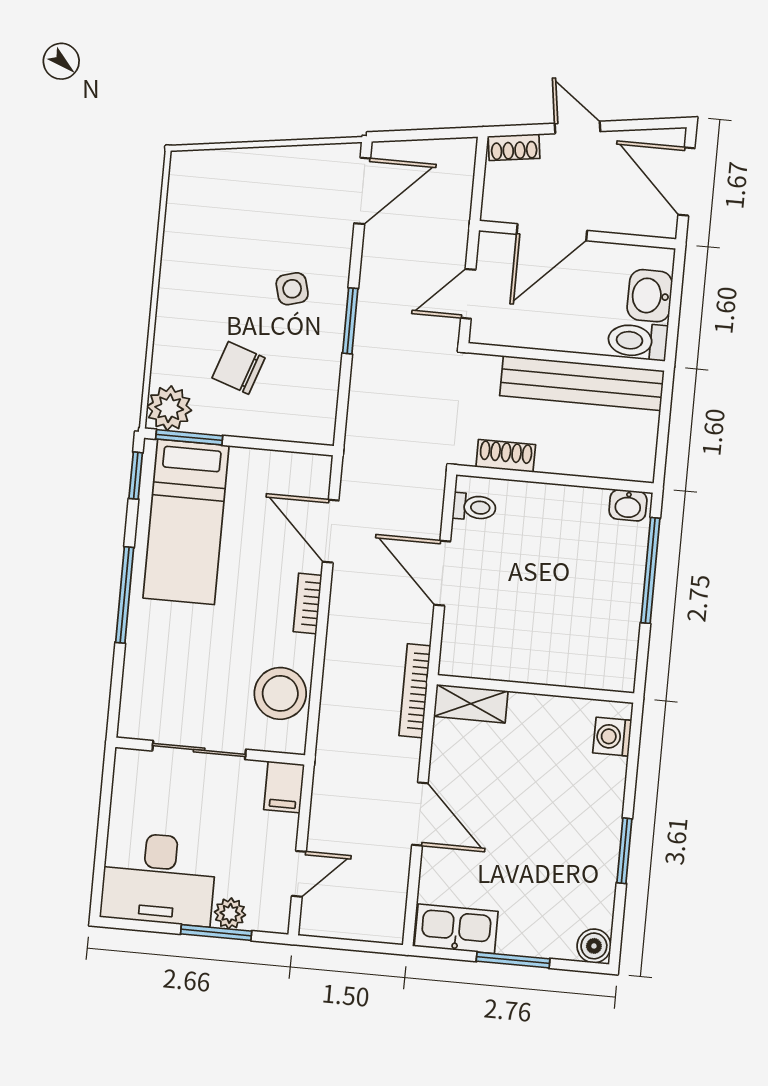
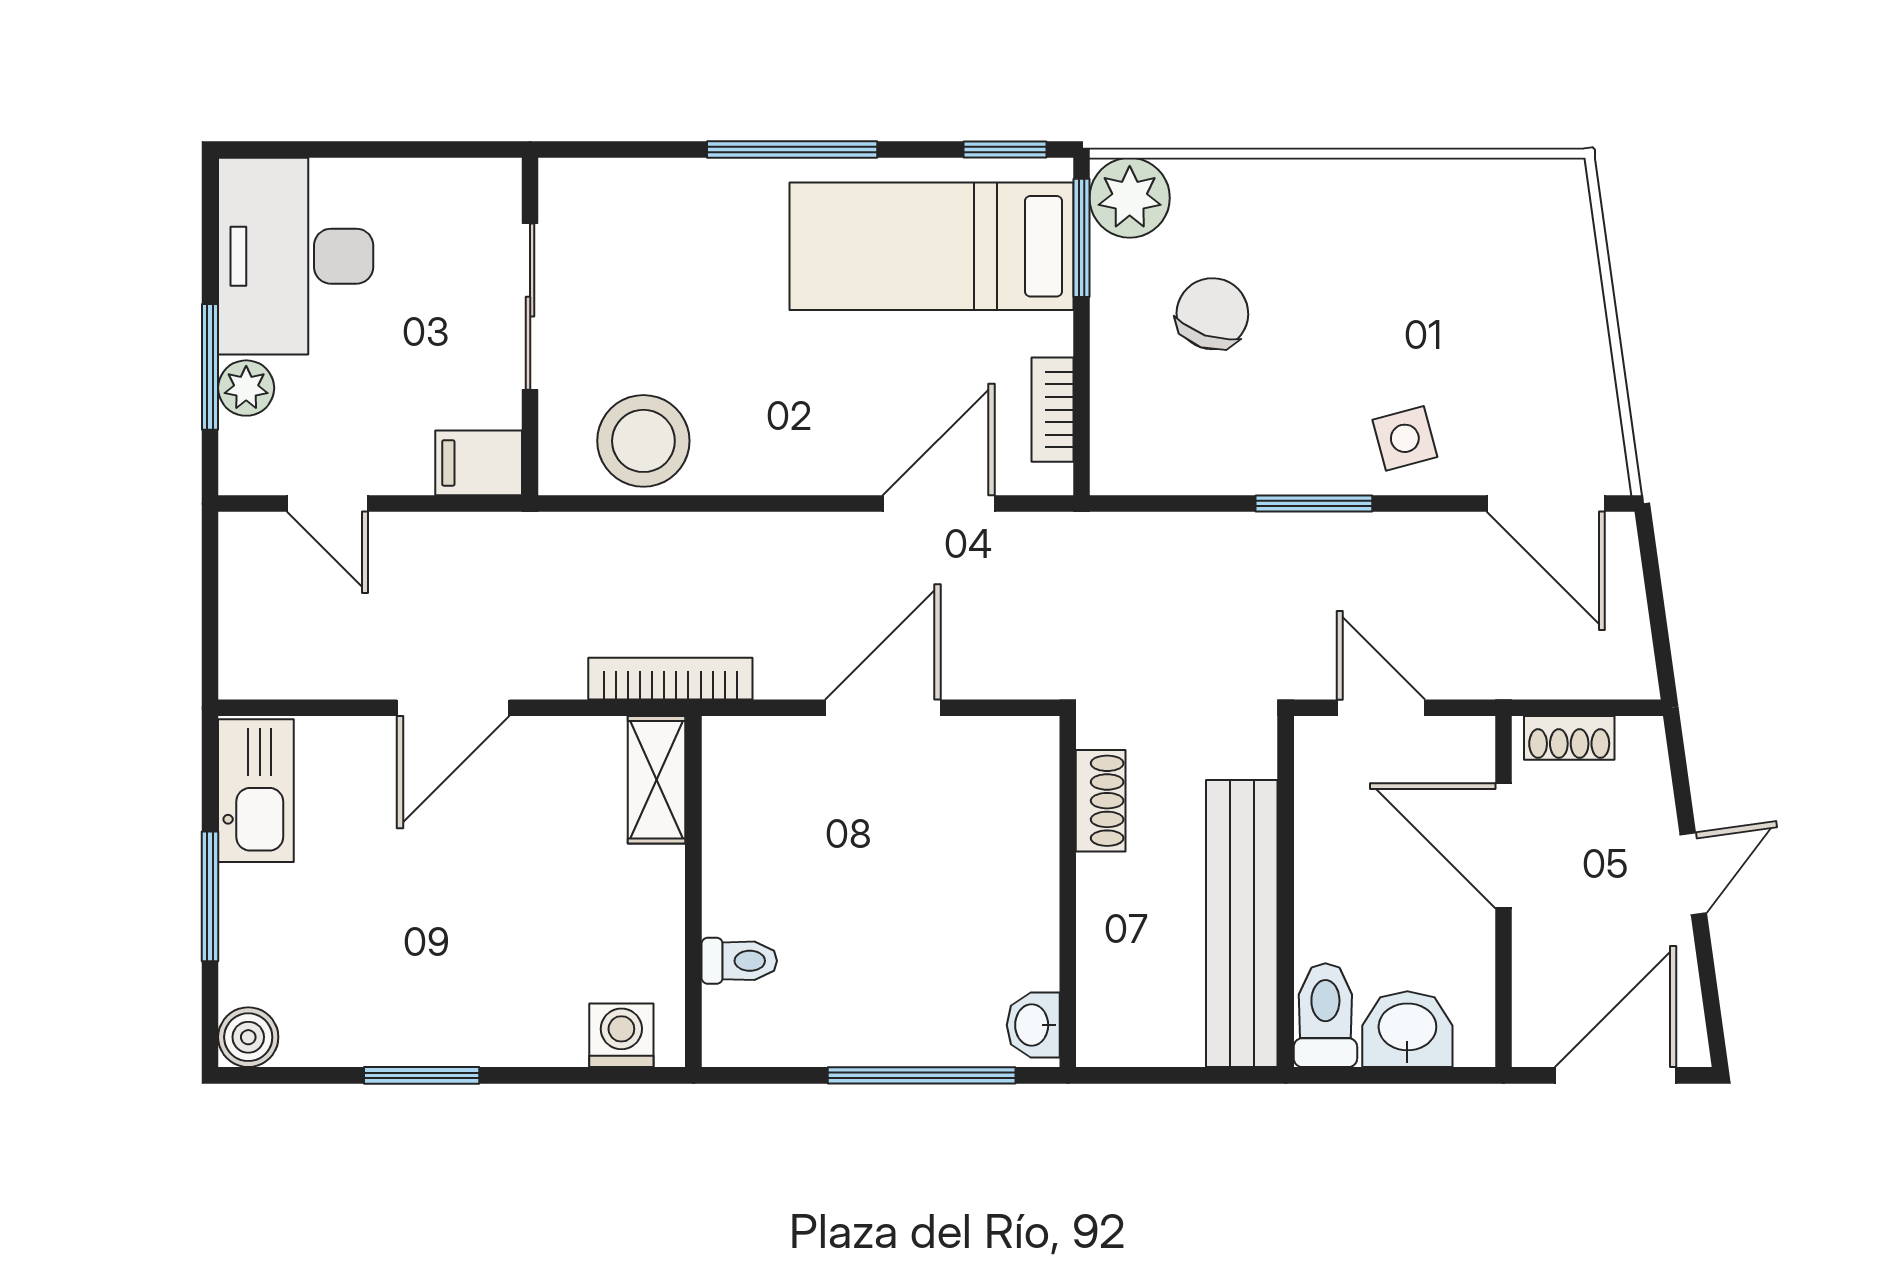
shoe rack: (514, 147) -> (1569, 738), moved, turned -82
side table: (292, 289) -> (1405, 438), moved
toilet: (474, 507) -> (739, 961), moved, turned -90
bookcase: (308, 603) -> (1052, 410), moved, turned -90

